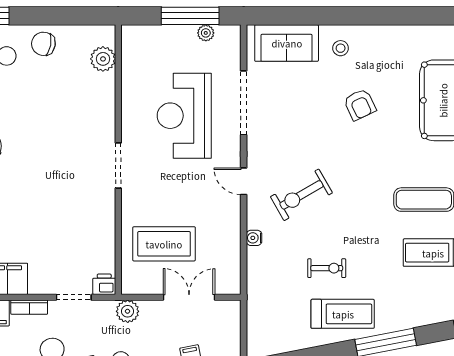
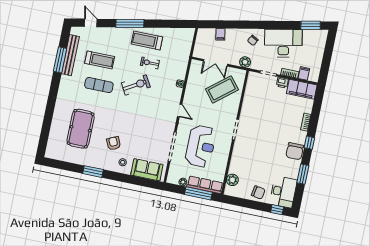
window: (190, 16) -> (198, 193), moved
window: (399, 16) -> (93, 172), added
row of seats: (158, 37) -> (205, 185), added
armchair: (360, 105) -> (114, 143), moved
exercise bike: (301, 195) -> (136, 85), moved
coffee table: (164, 244) -> (222, 89), turned -39
printer: (104, 284) -> (282, 83), moved

